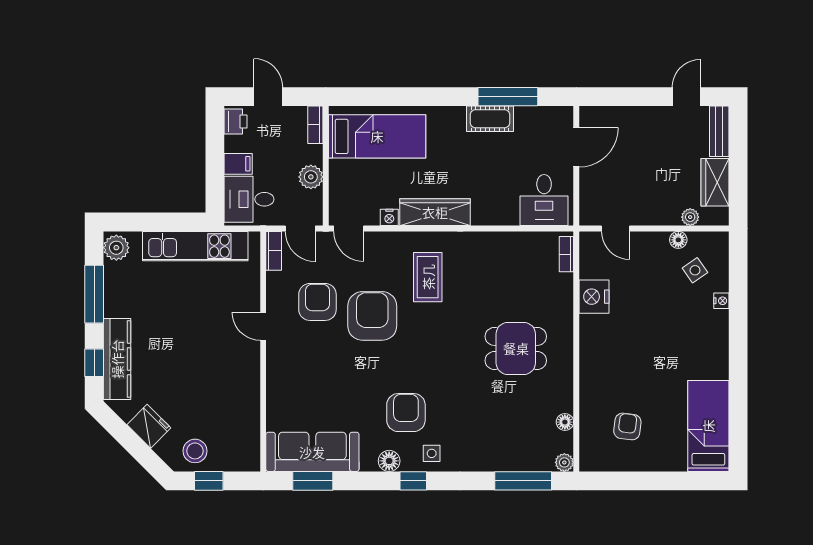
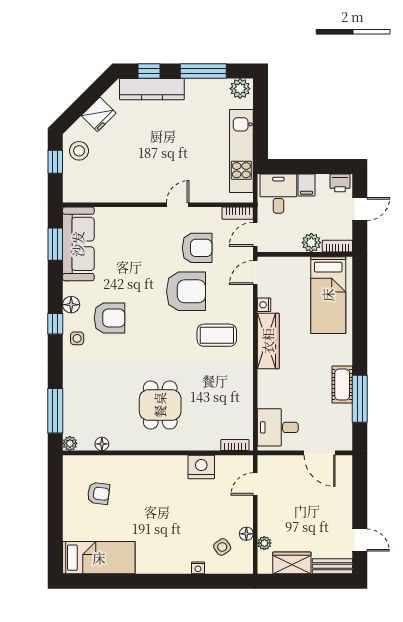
plant: (311, 177) -> (311, 243), moved

